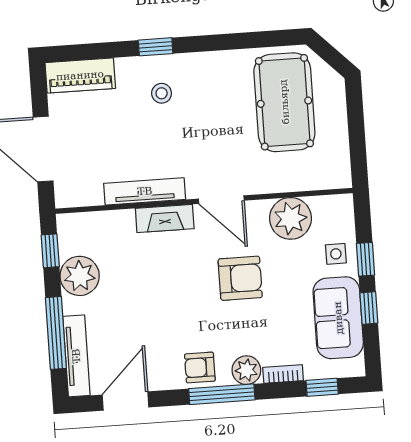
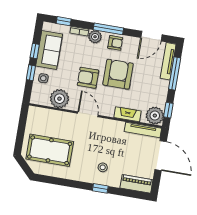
pool table: (284, 102) -> (50, 150), turned 90
tv unit: (145, 191) -> (143, 130), moved
fireplace: (165, 218) -> (128, 114), moved
plant: (80, 276) -> (155, 116), moved
armchair: (177, 302) -> (118, 74), added

